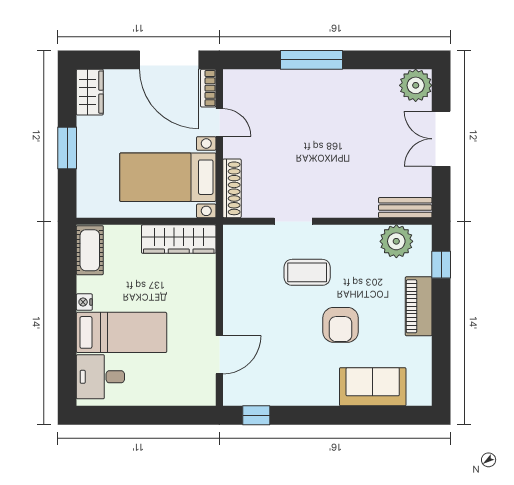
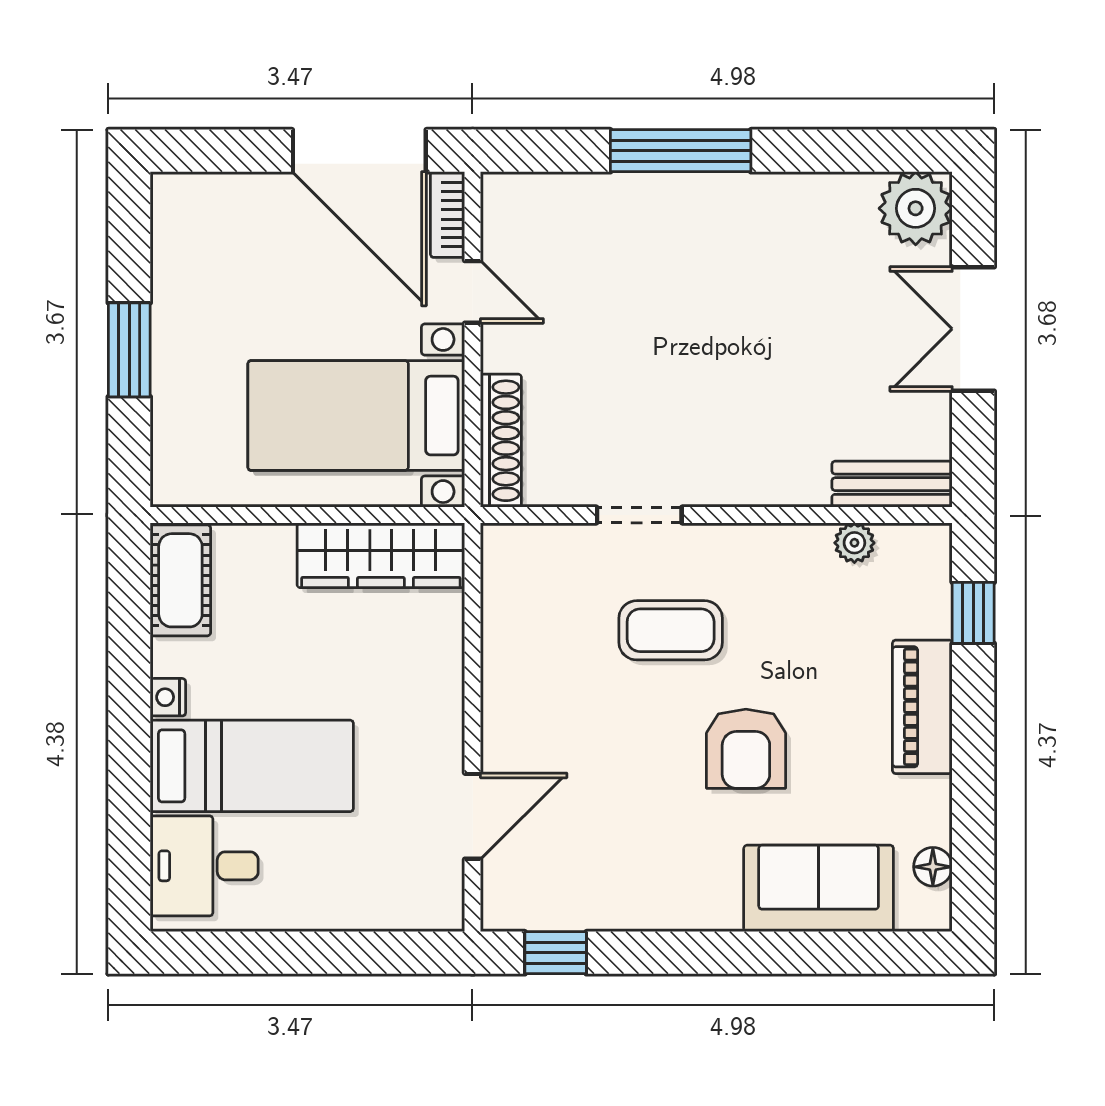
wardrobe: (90, 92) -> (180, 224), removed
plant: (396, 241) -> (854, 543), width x0.53, depth x0.53
floor lamp: (423, 377) -> (933, 867), added

